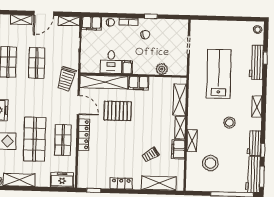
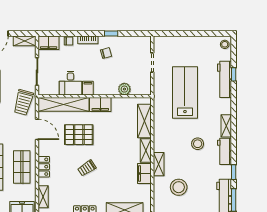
locker: (84, 135) -> (44, 167), width x0.66
workbench: (254, 143) -> (224, 151), moved
trolley: (150, 155) -> (87, 168), moved
shelving: (82, 168) -> (43, 197), added

